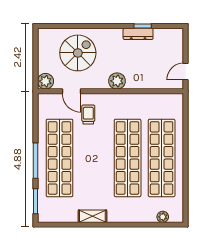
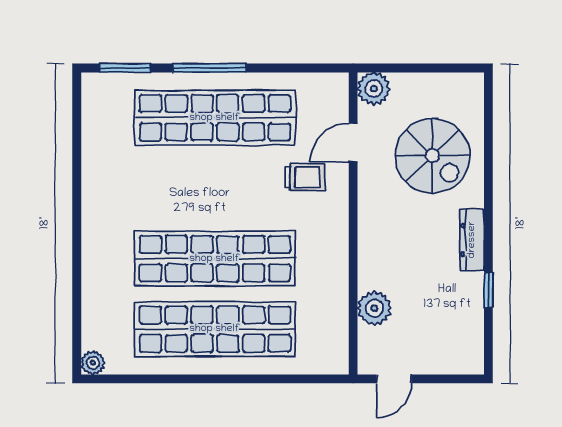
dresser: (138, 34) -> (472, 240), moved
door: (186, 72) -> (394, 379), swing flipped
plant: (117, 81) -> (374, 308), moved
shelving: (92, 216) -> (94, 186), removed
plant: (163, 217) -> (93, 363), moved

